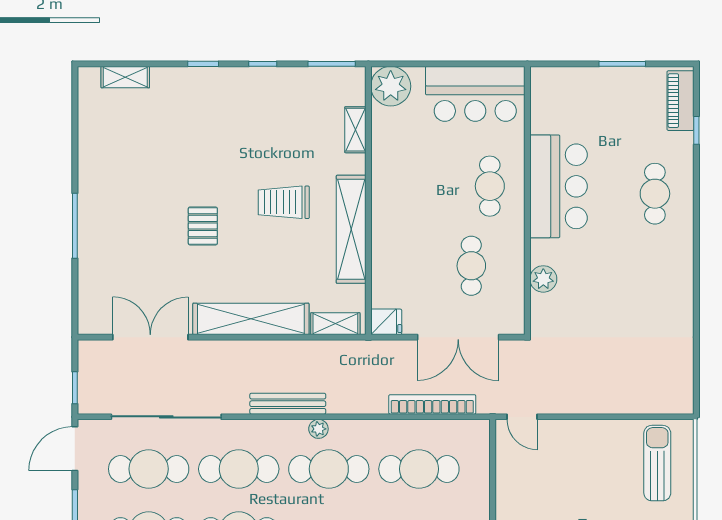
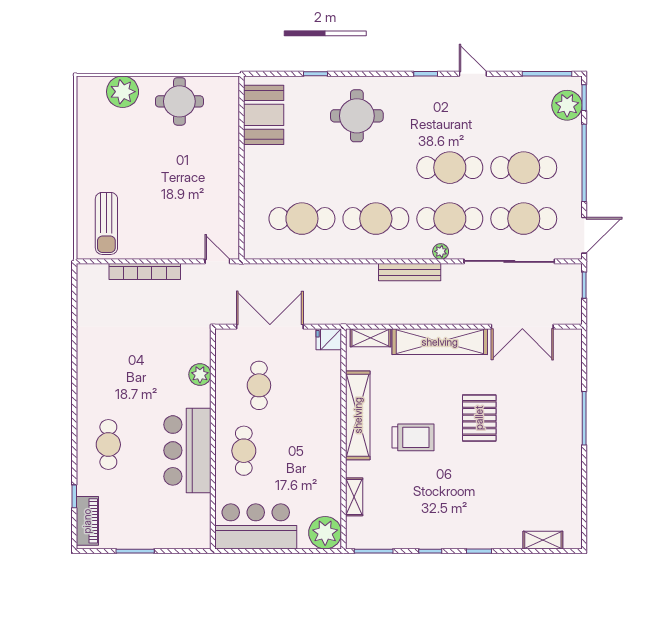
pallet: (203, 226) -> (479, 418), width x1.50, depth x1.42
bookcase: (432, 404) -> (145, 272), moved
plant: (318, 429) -> (441, 251), moved

